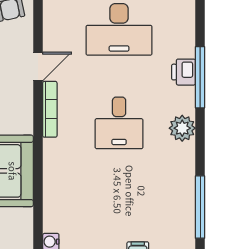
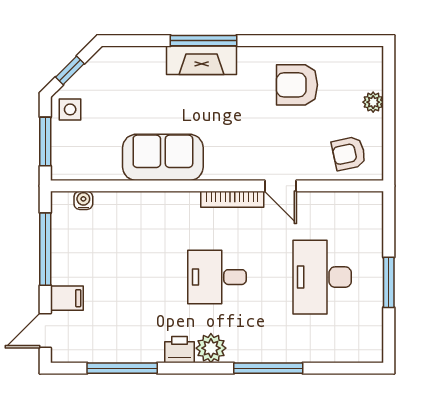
printer: (184, 72) -> (179, 350), moved

